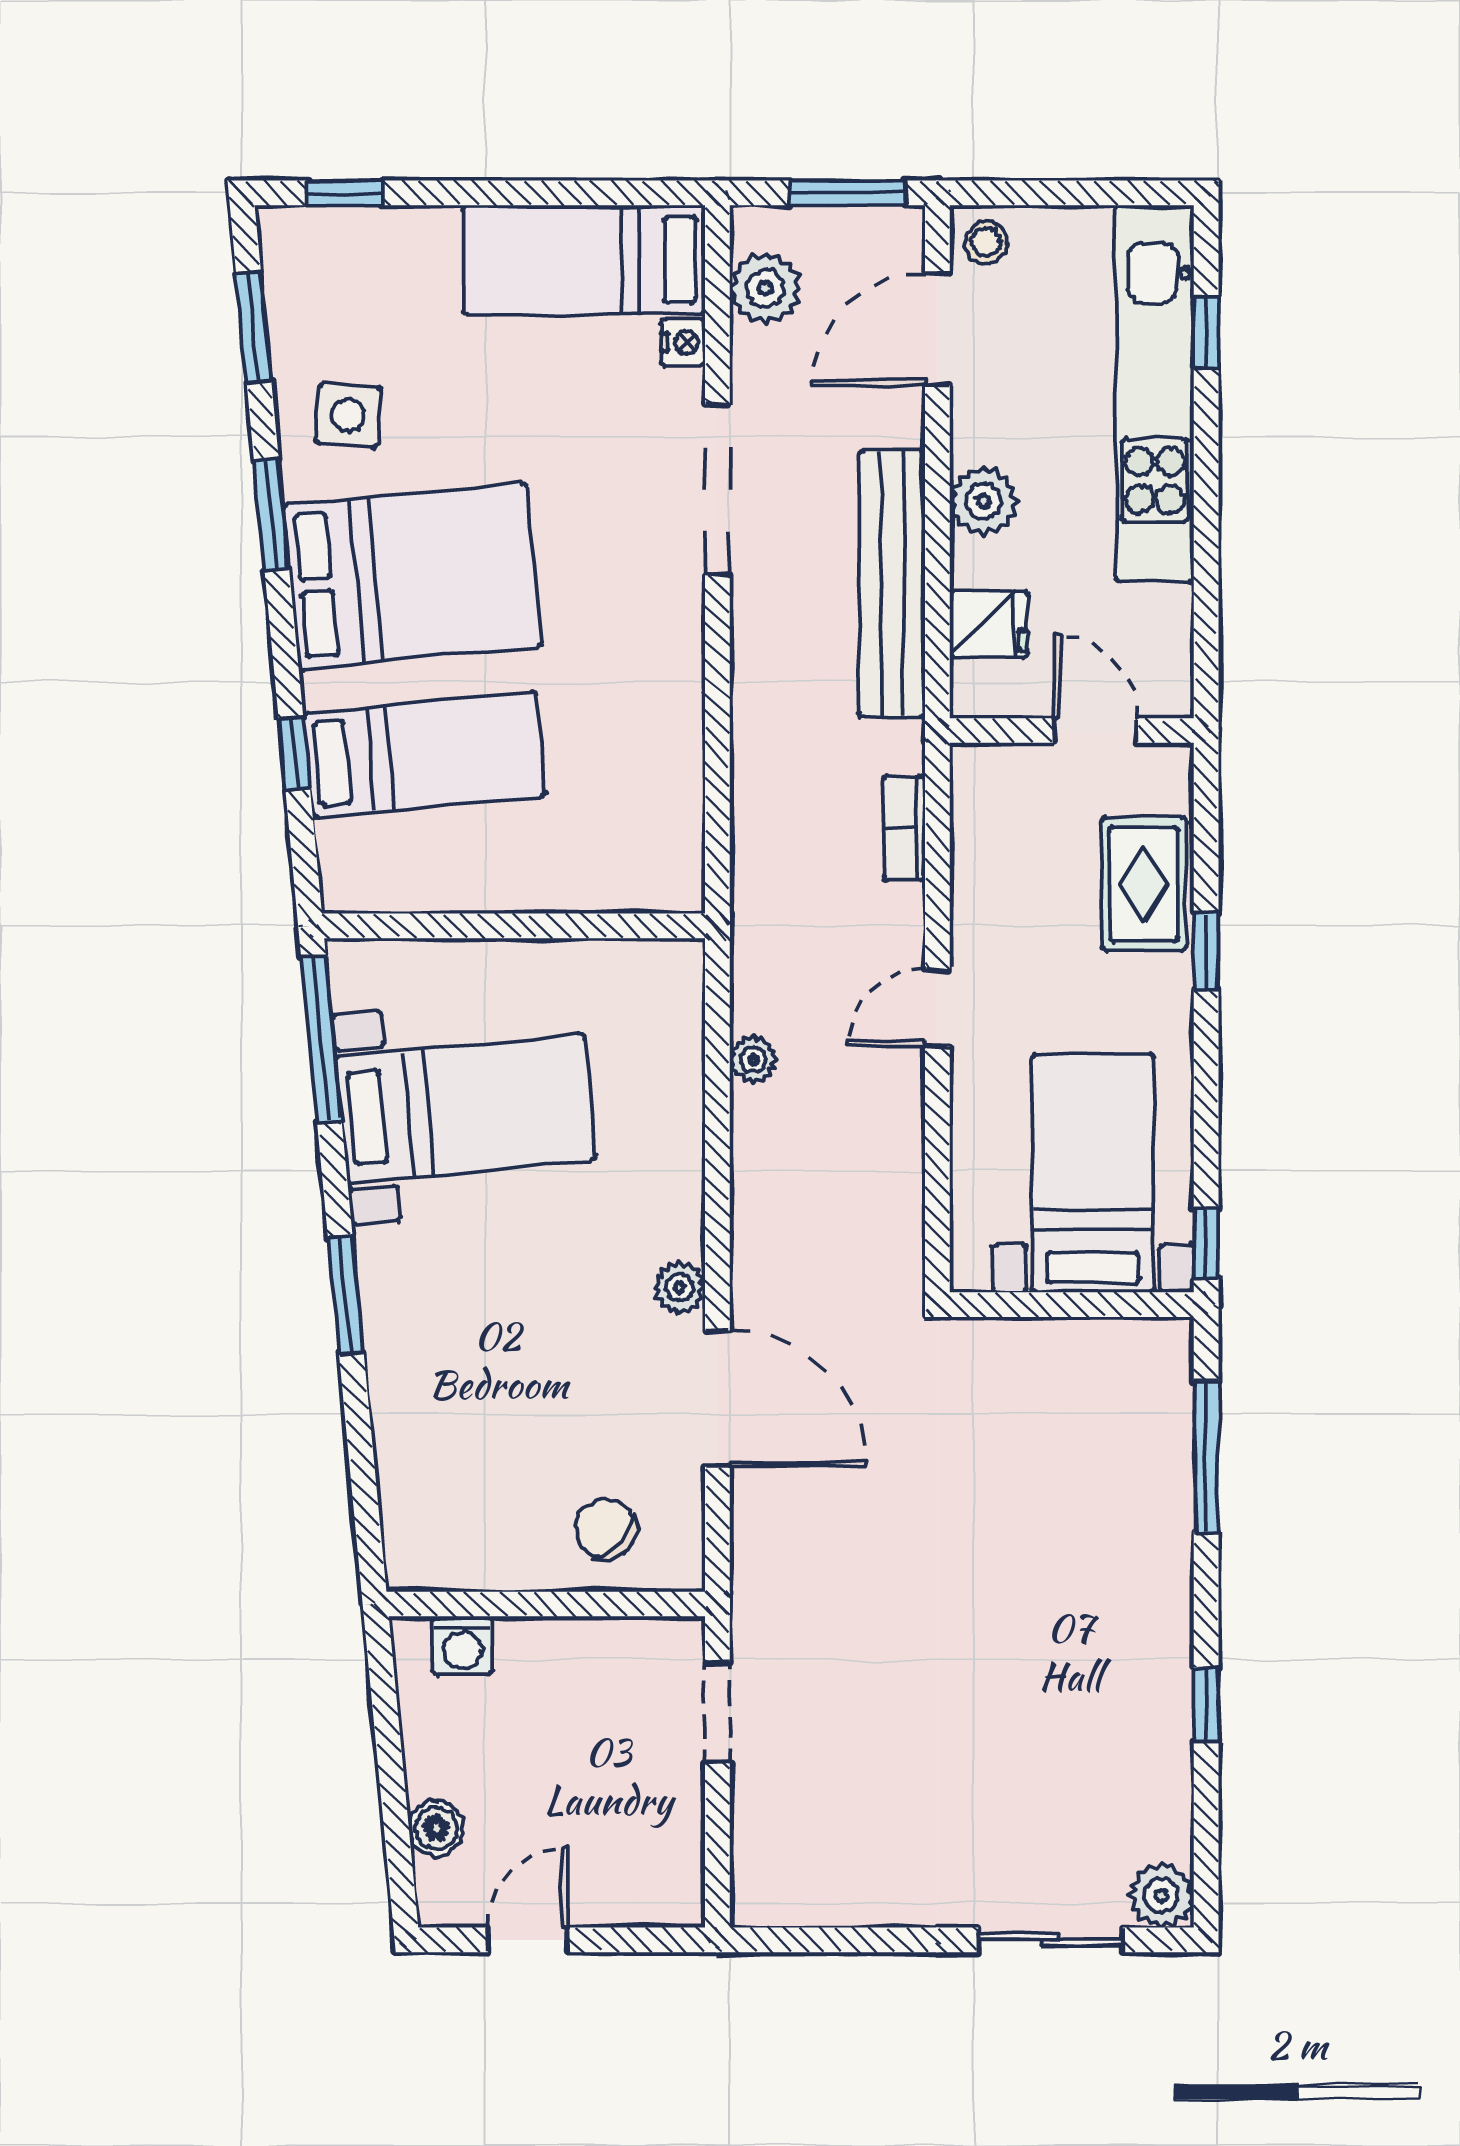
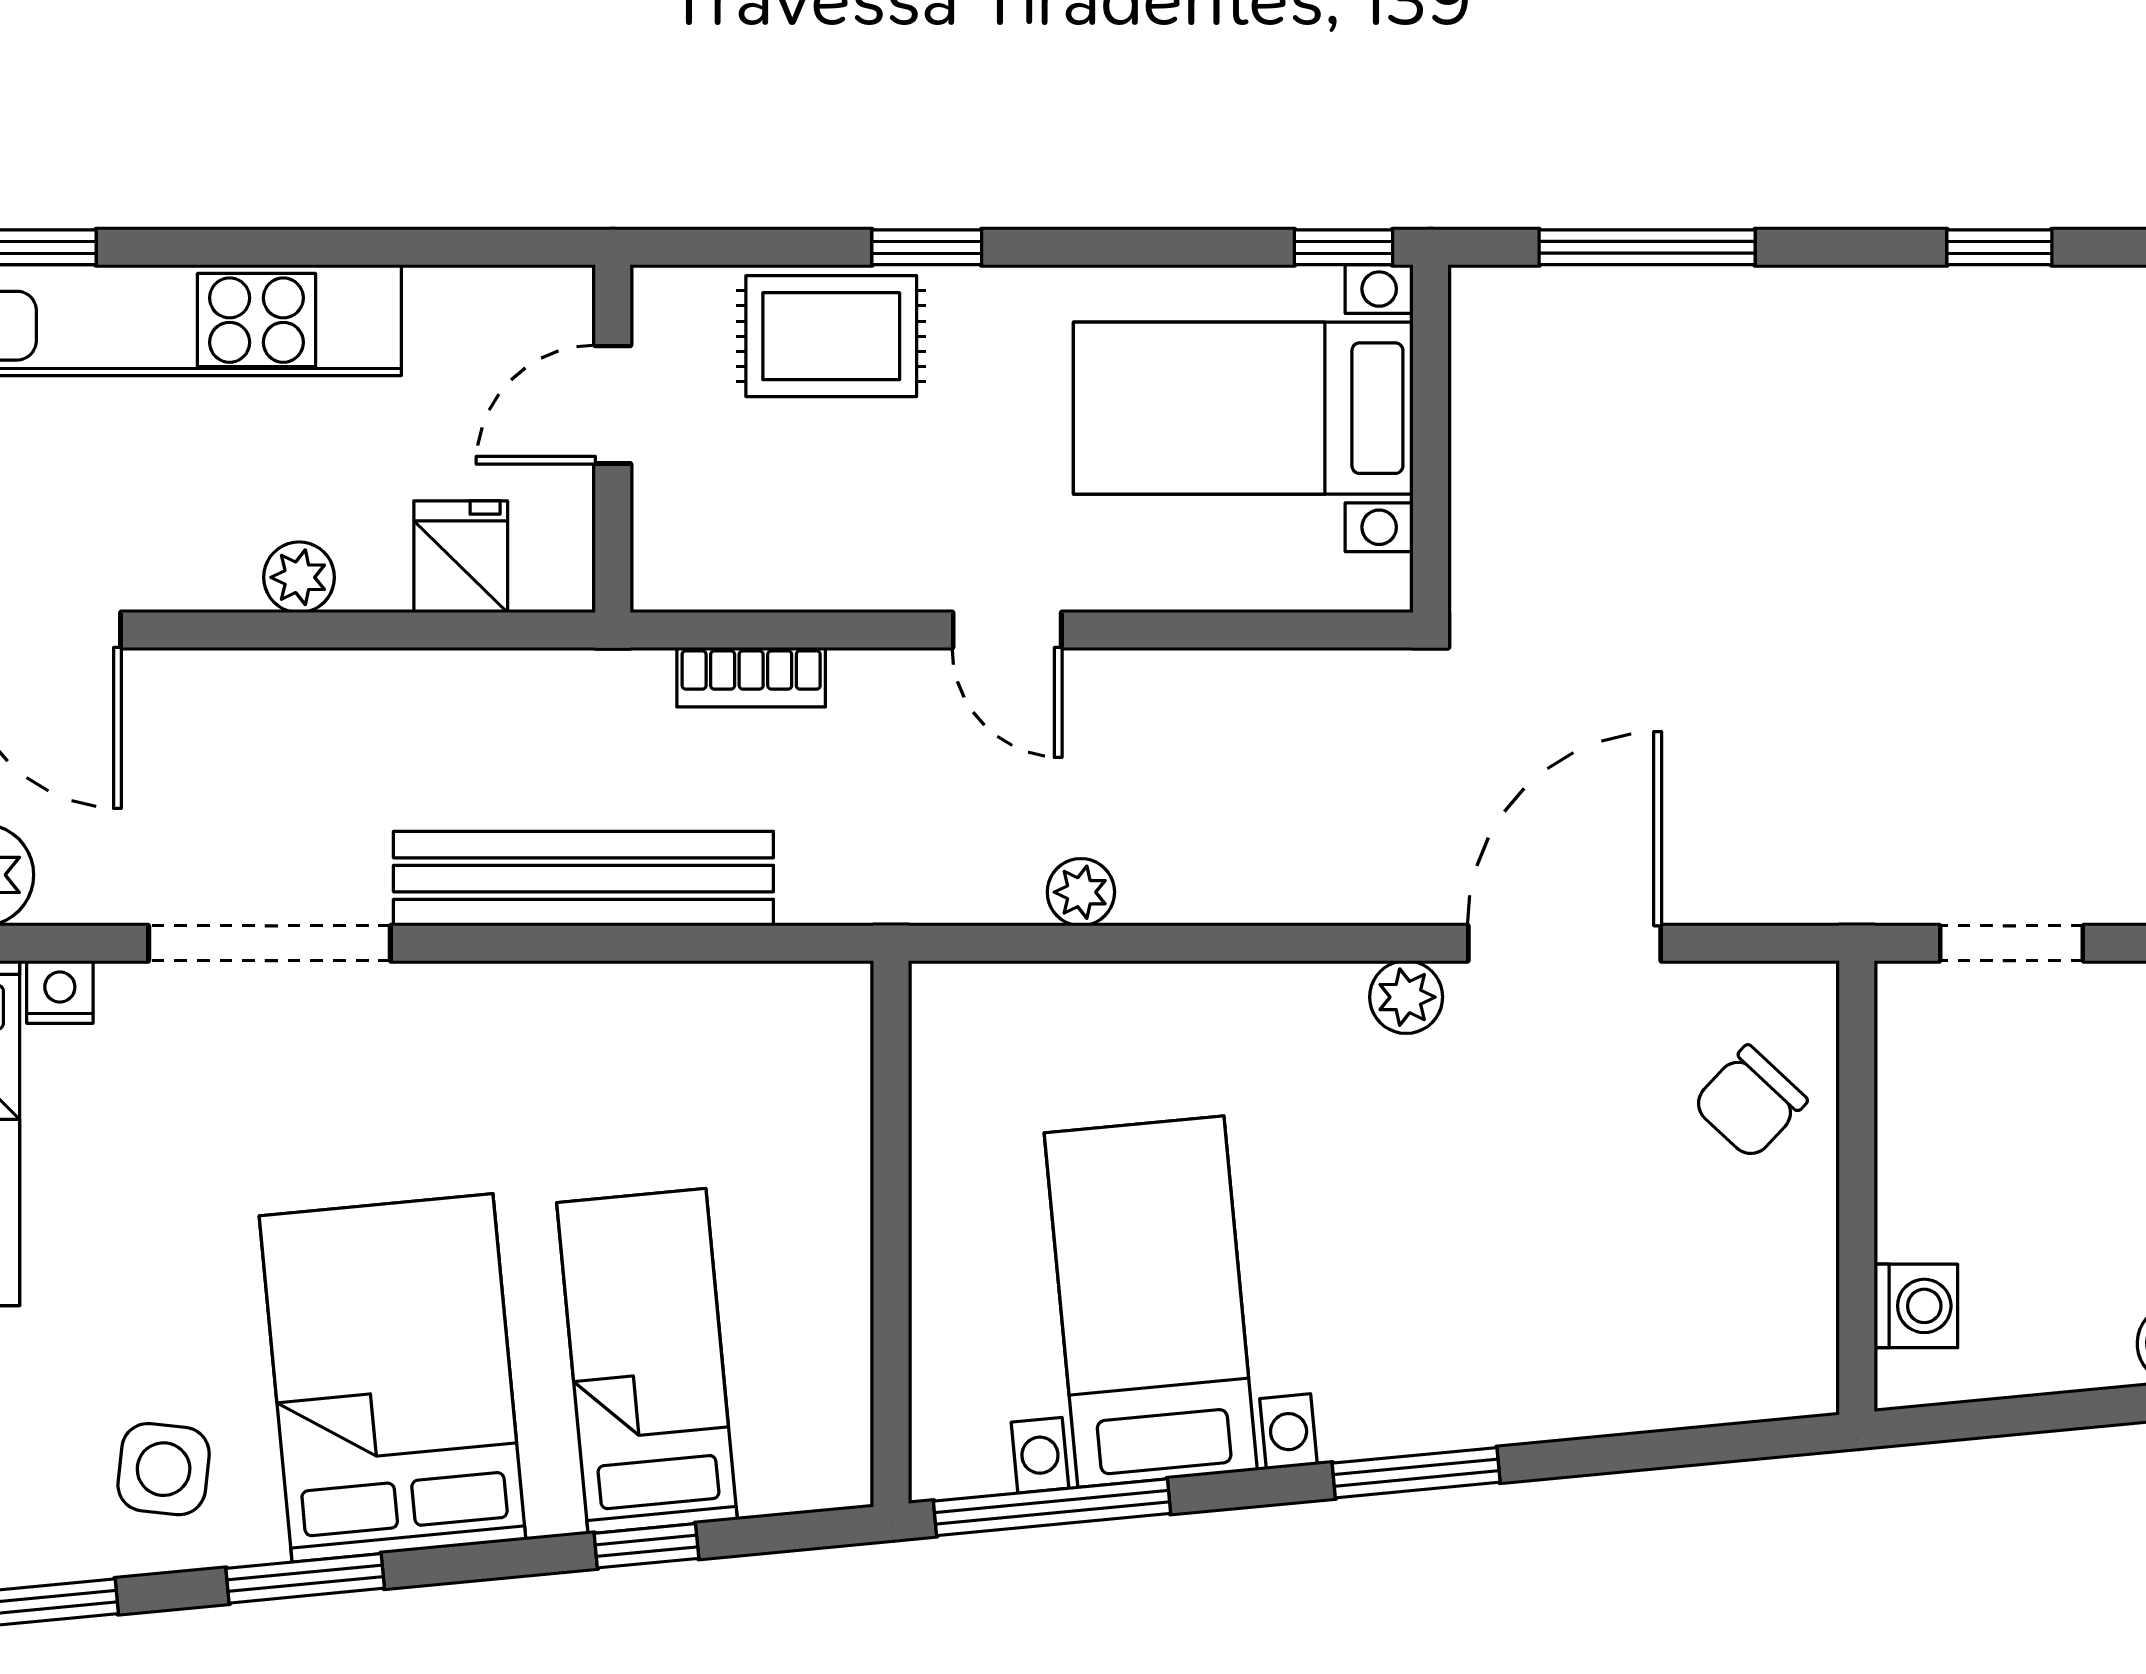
plant: (984, 501) -> (299, 577), width x0.73, depth x0.73
bench: (892, 584) -> (583, 879), moved

